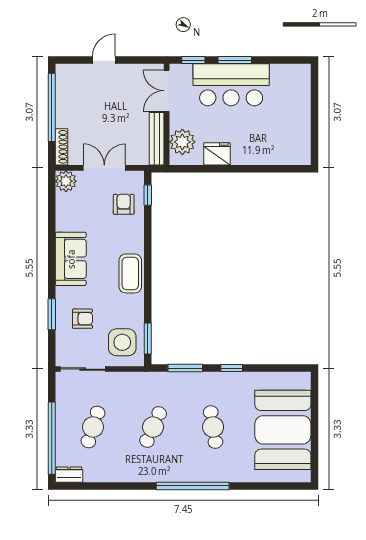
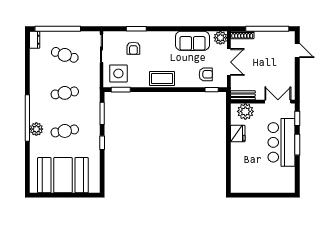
door: (104, 60) -> (297, 51), moved
bench: (157, 139) -> (243, 95), width x0.73
sofa: (71, 259) -> (192, 41), moved
cafe table: (153, 427) -> (65, 93), turned -33
plant: (210, 472) -> (36, 129), added

